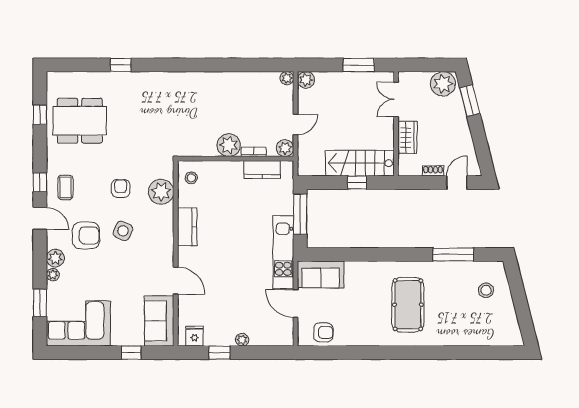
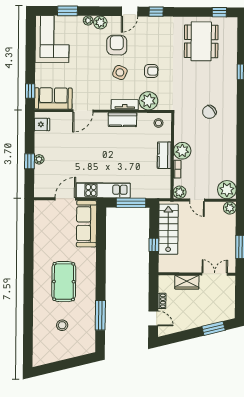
plant: (287, 78) -> (227, 190), width x1.88, depth x1.88
plant: (443, 84) -> (226, 309), removed
chair: (176, 109) -> (209, 112), added
window: (40, 115) -> (219, 12), moved
stairs: (360, 163) -> (168, 229), moved
kitchen counter: (262, 170) -> (164, 155), moved
coffee table: (65, 187) -> (152, 30), removed
tv unit: (167, 224) -> (125, 105), added
armchair: (86, 235) -> (117, 45), turned 180
sofa: (321, 274) -> (87, 224), width x1.36
stool: (486, 290) -> (62, 325), moved
pool table: (408, 305) -> (64, 282), turned 90
armchair: (323, 332) -> (44, 219), removed
window: (131, 353) -> (30, 91), moved
window: (220, 353) -> (29, 161), moved

